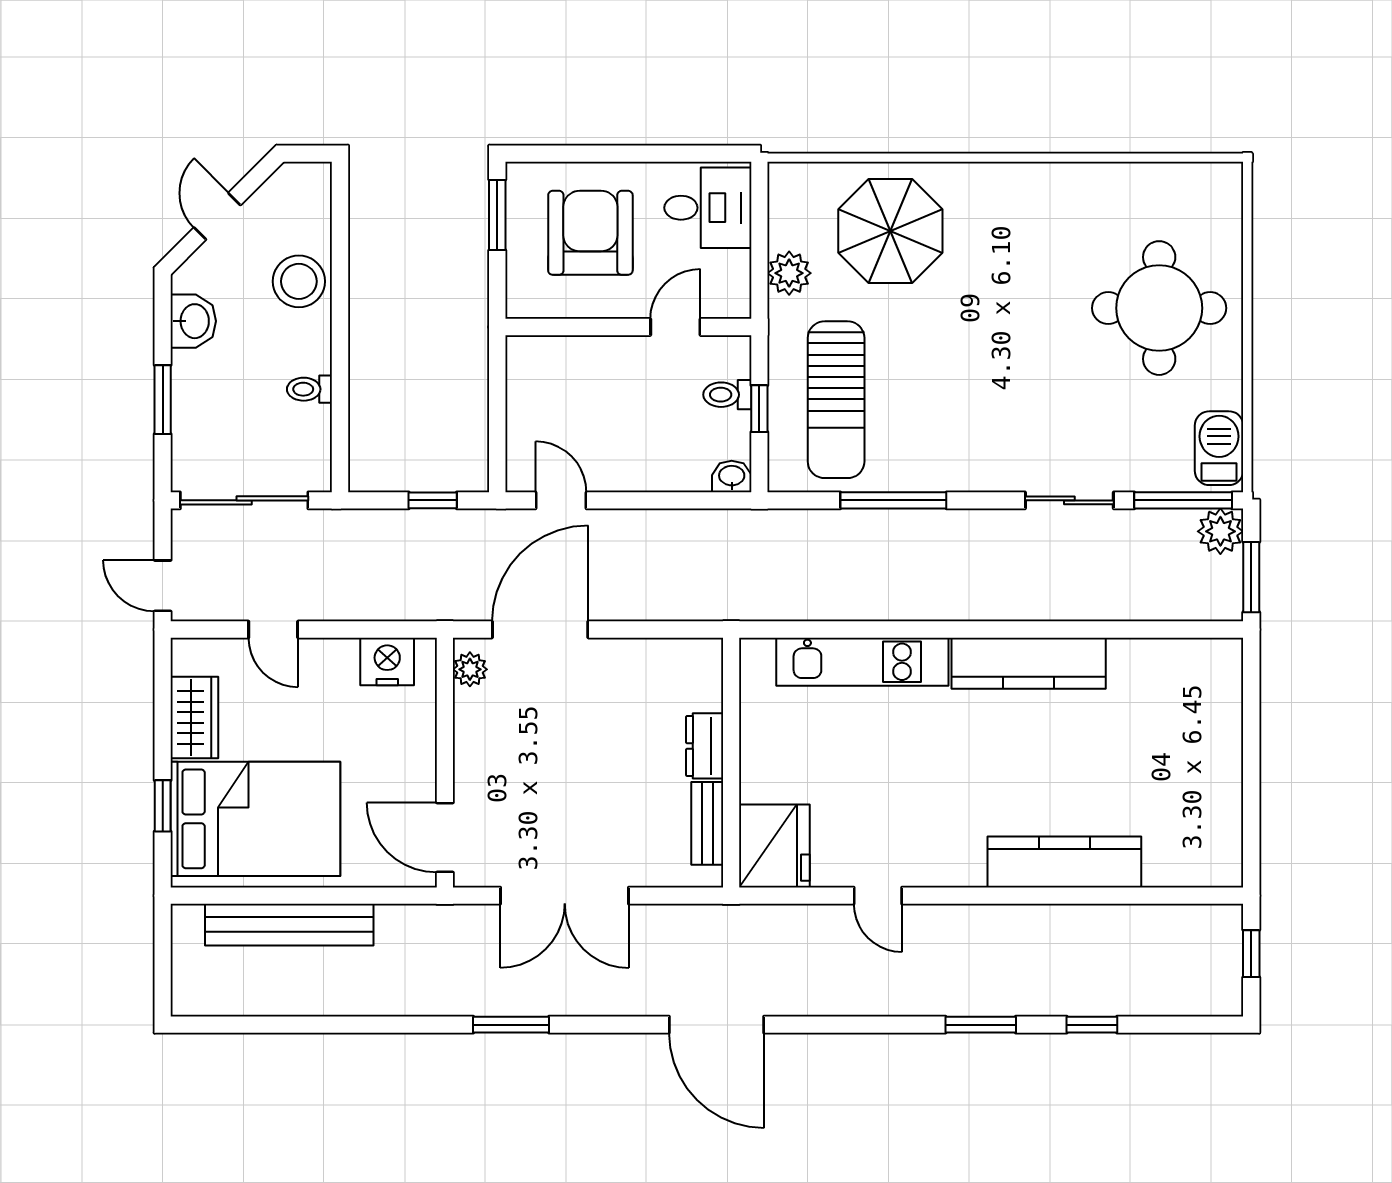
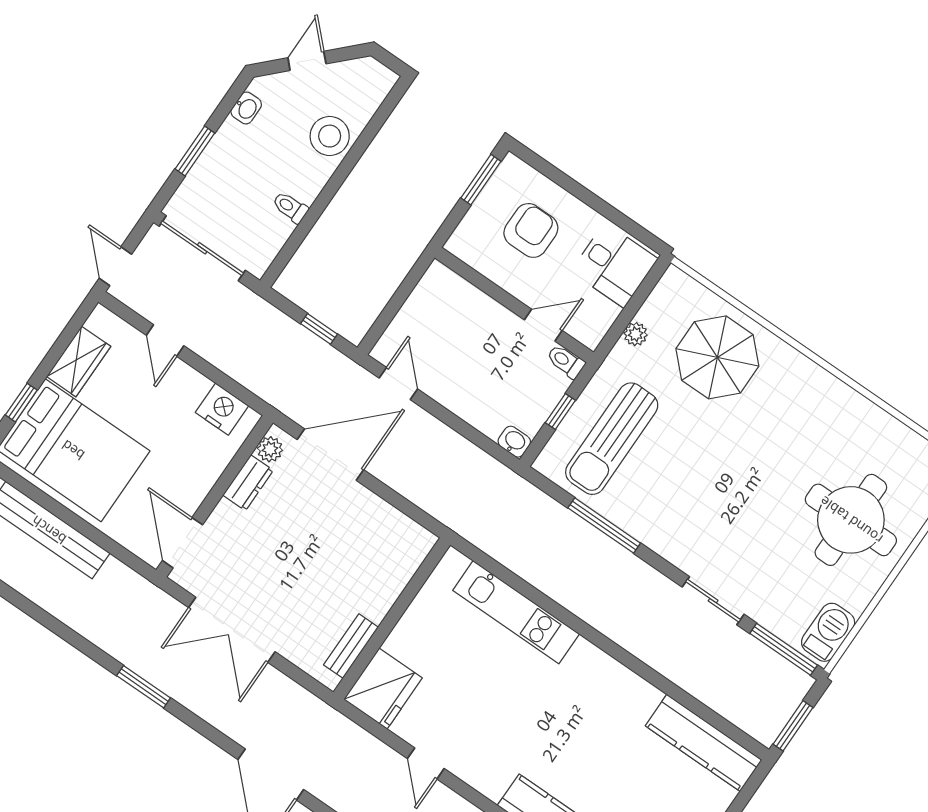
armchair: (590, 233) -> (531, 230), width x0.73, depth x0.73
plant: (789, 273) -> (636, 334), width x0.73, depth x0.73
washbasin: (193, 321) -> (246, 108), width x0.72, depth x0.69
toilet: (727, 395) -> (566, 361), moved
plant: (1220, 531) -> (793, 684), removed
kitchen counter: (1029, 663) -> (704, 743), moved
dresser: (705, 746) -> (248, 483), moved, turned 180

